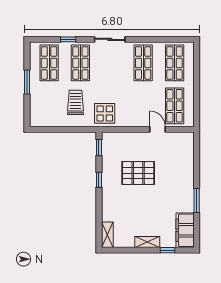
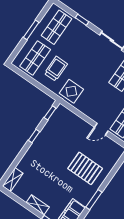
shop shelf: (80, 63) -> (35, 58), moved
door: (158, 129) -> (101, 129), swing flipped
pallet: (138, 173) -> (85, 168), moved

